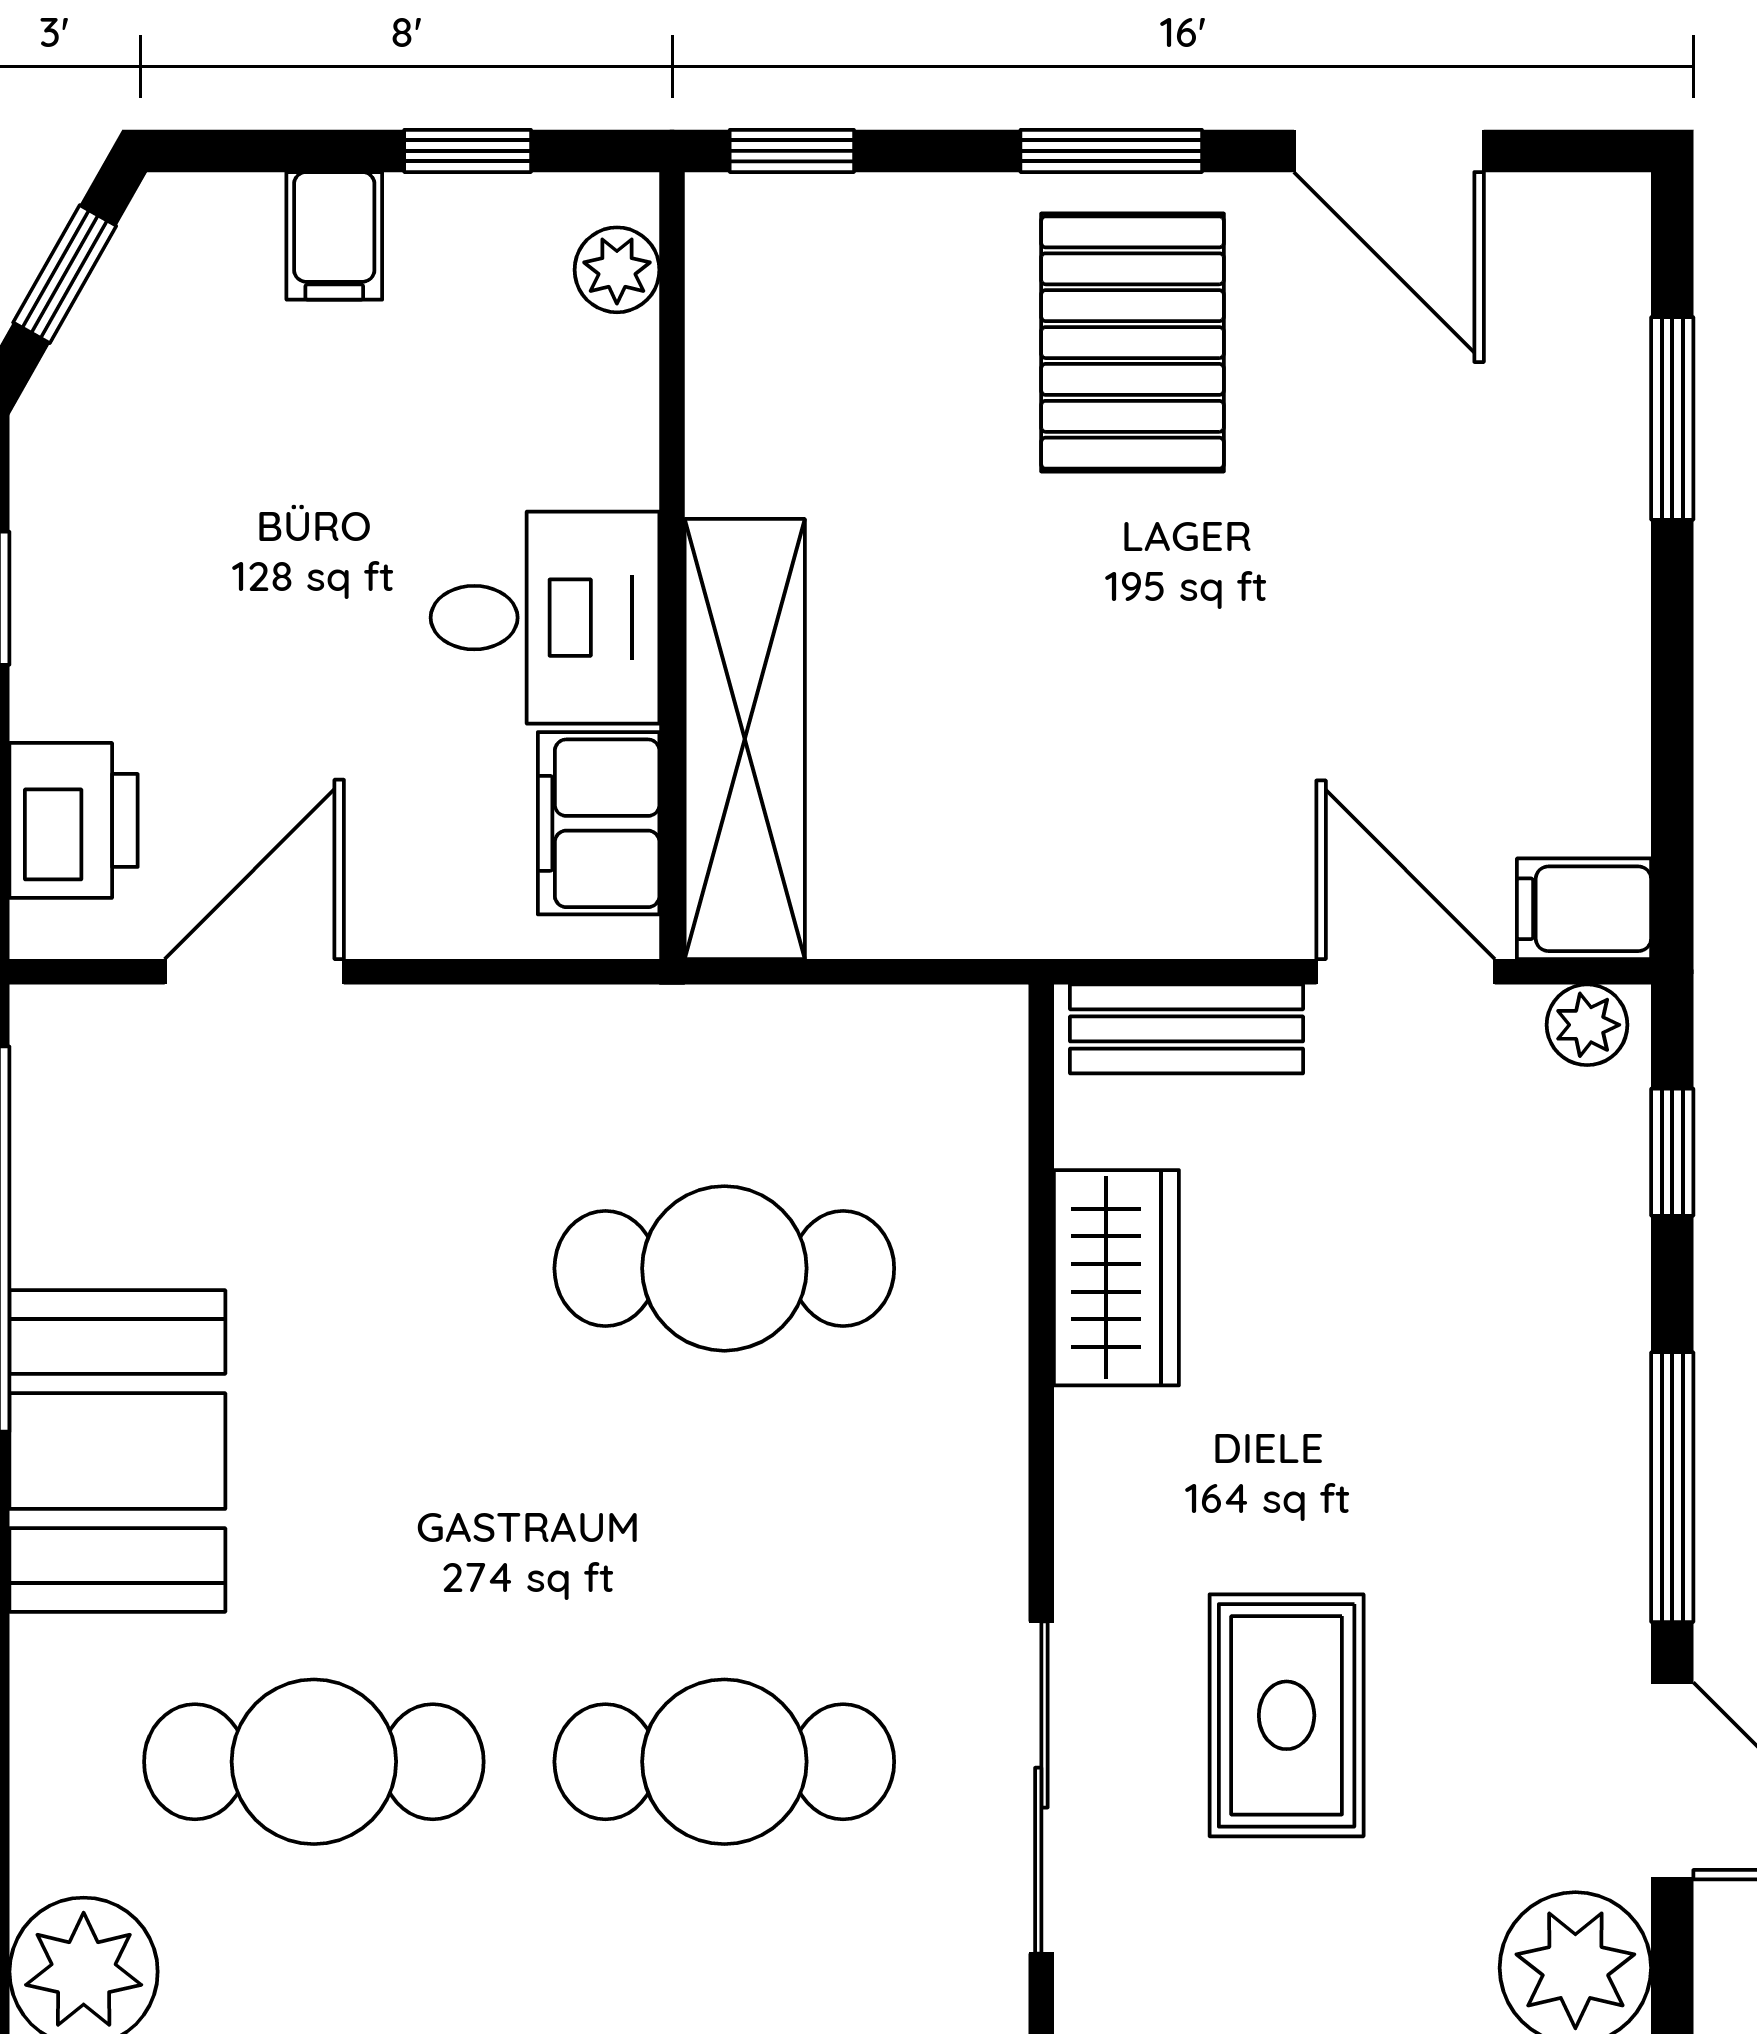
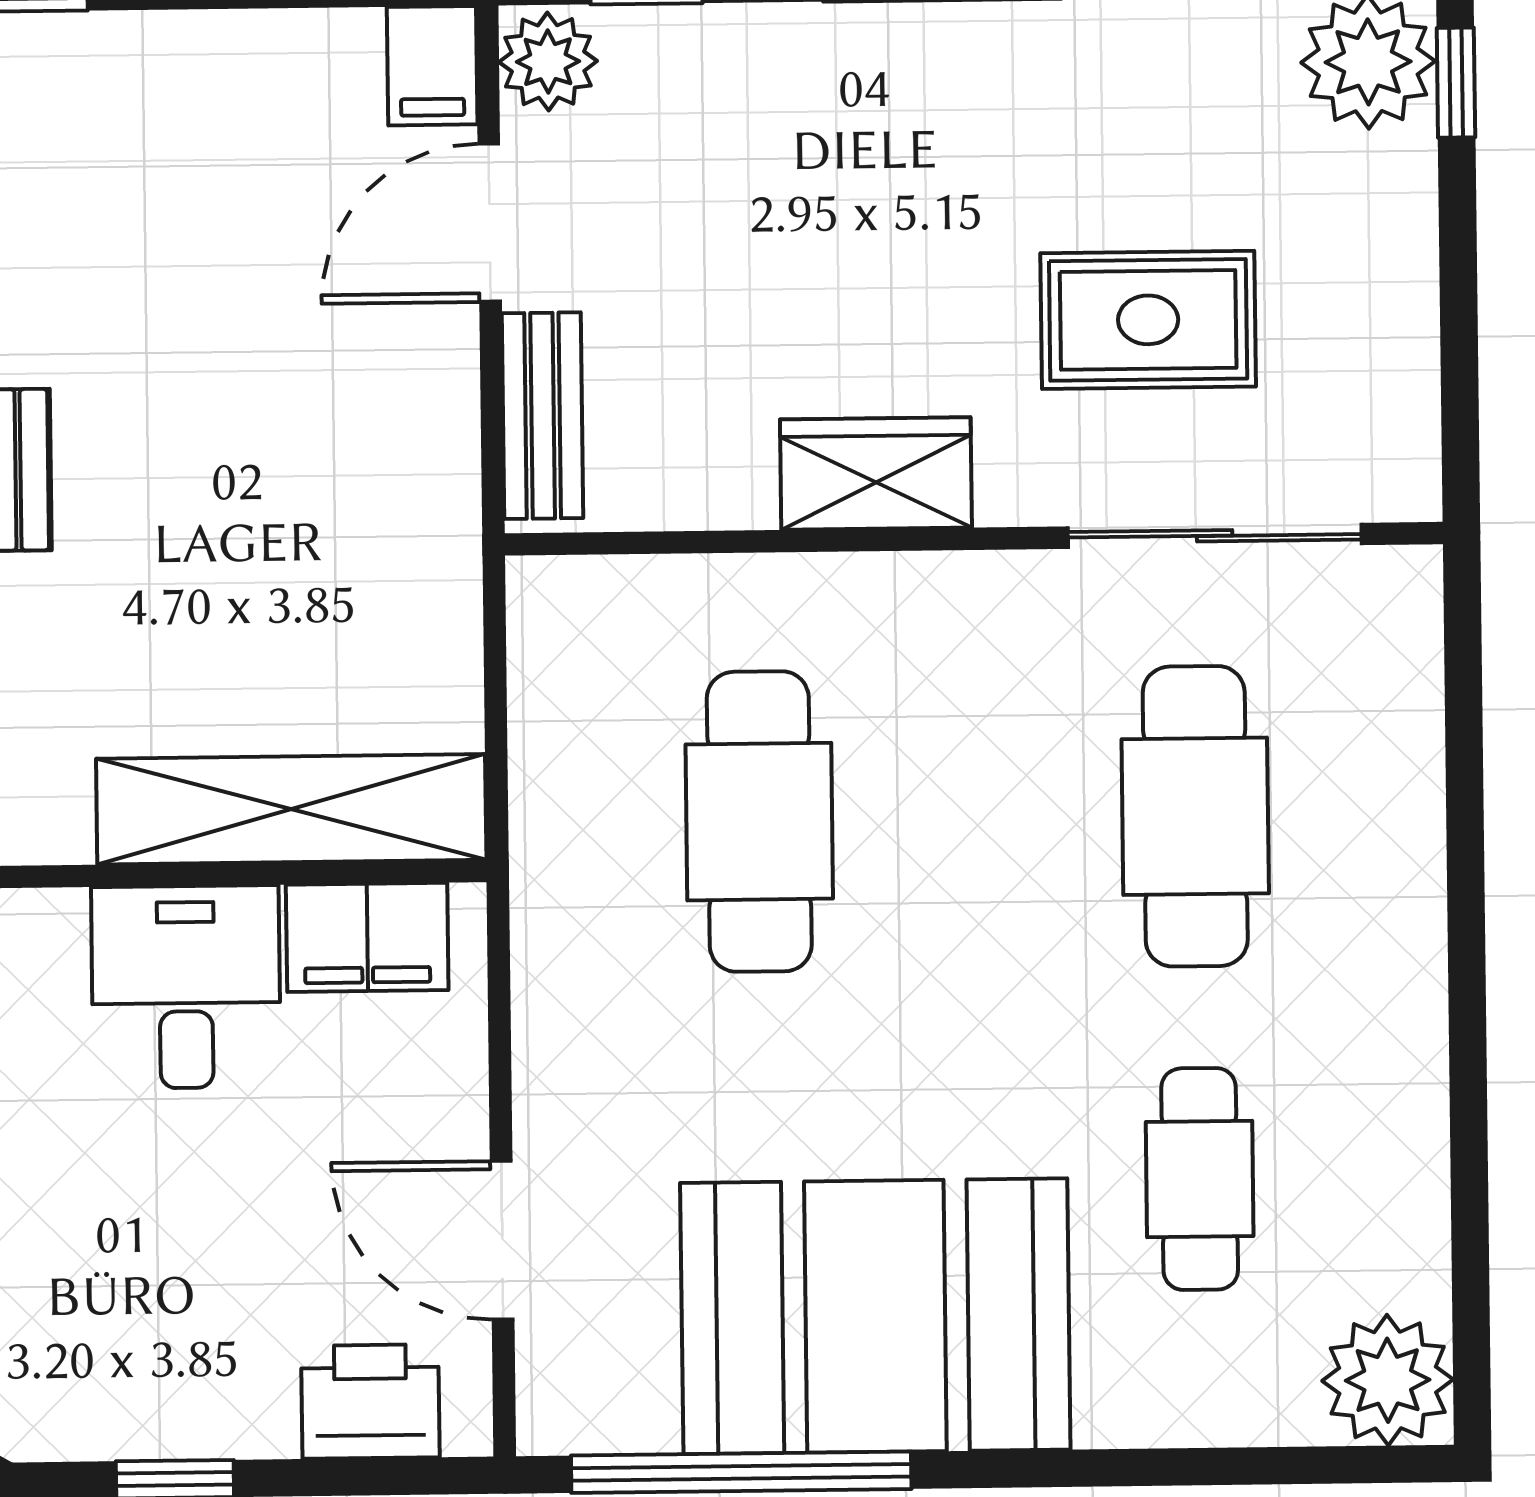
plant: (1587, 1025) -> (548, 62), width x1.38, depth x1.38
wardrobe: (1116, 1278) -> (876, 474), moved
booth: (117, 1451) -> (875, 1316), width x1.36, depth x1.42
cafe table: (314, 1762) -> (1200, 1179), width x0.73, depth x0.74

